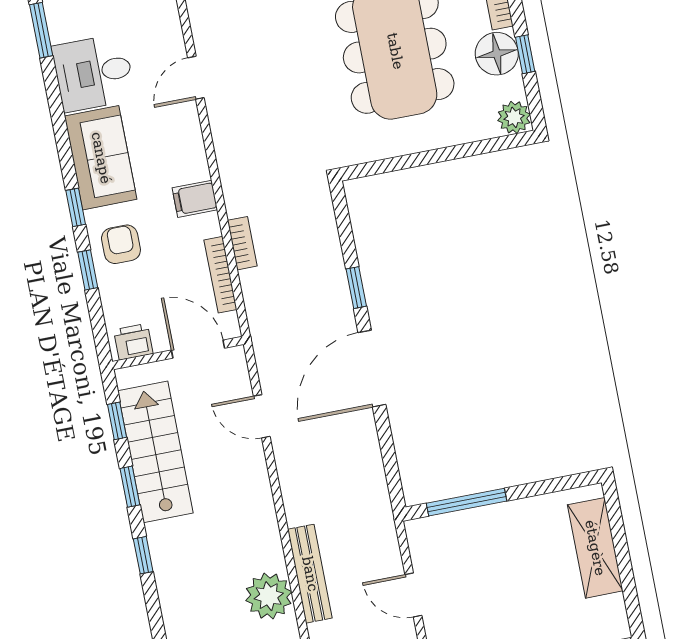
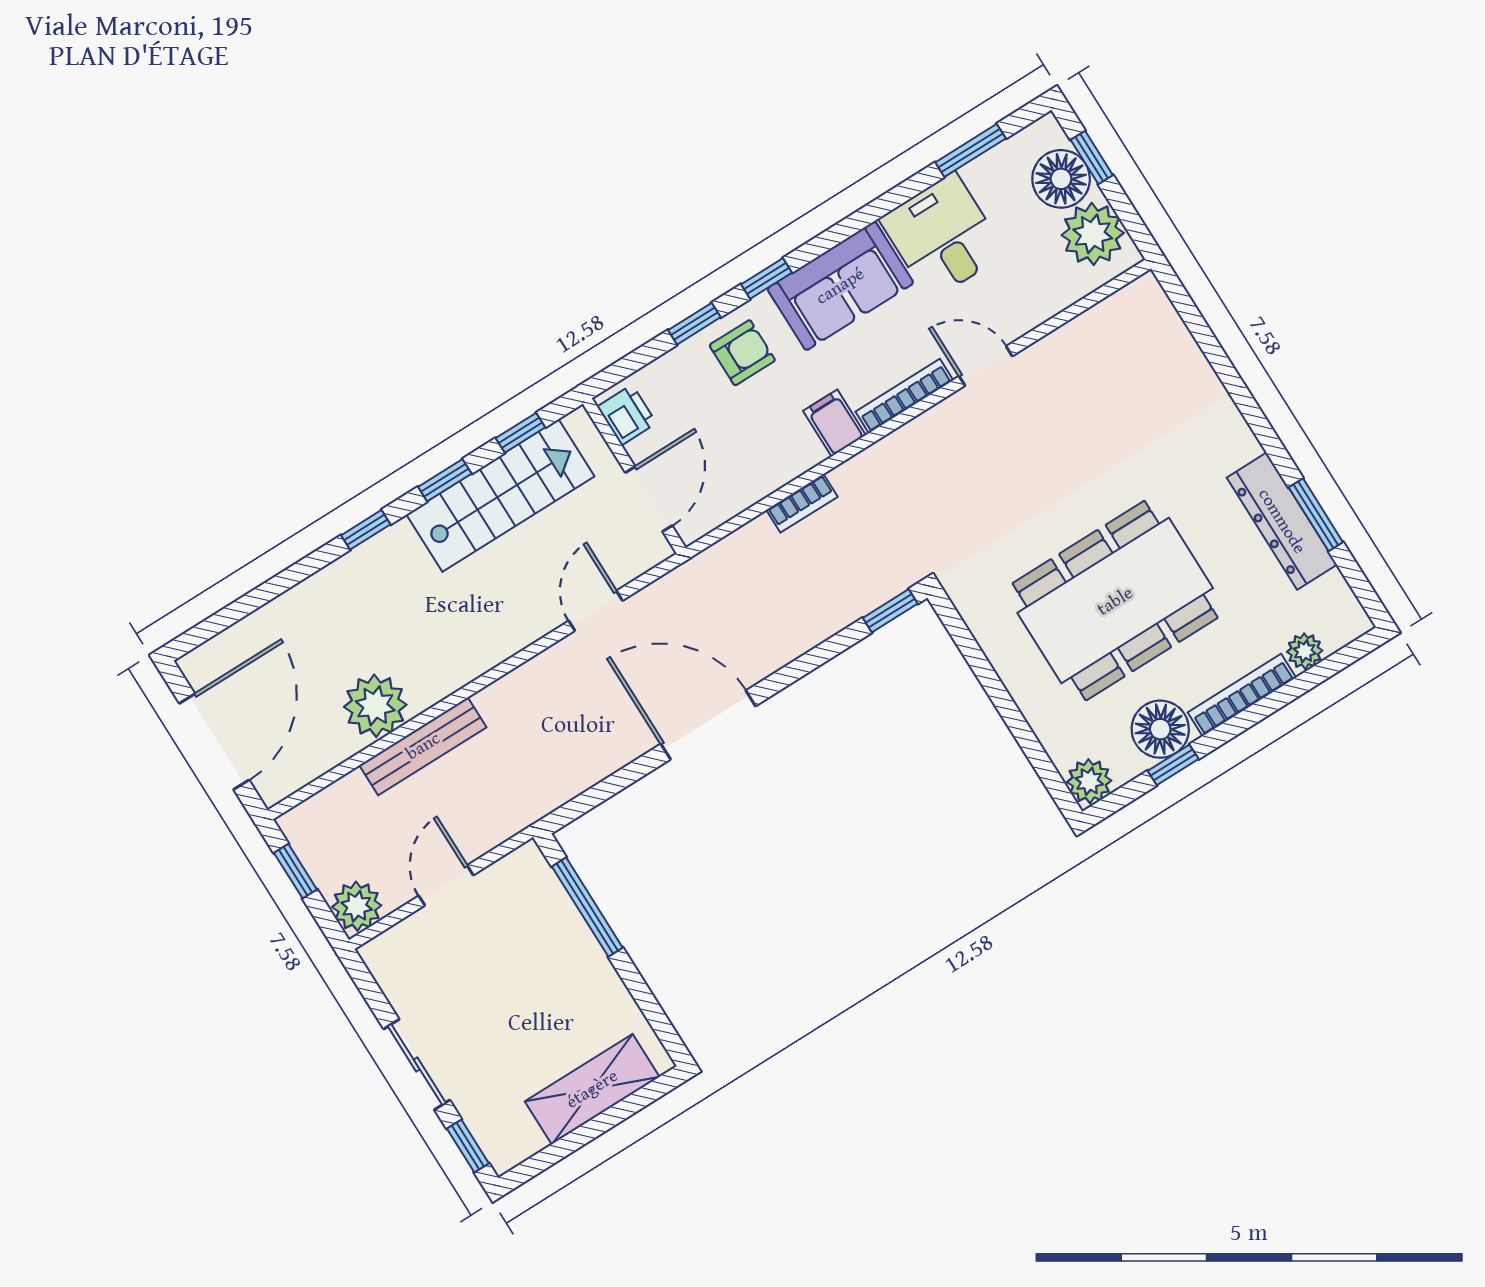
bookcase: (221, 275) -> (904, 396), moved
window: (356, 288) -> (890, 611), moved

